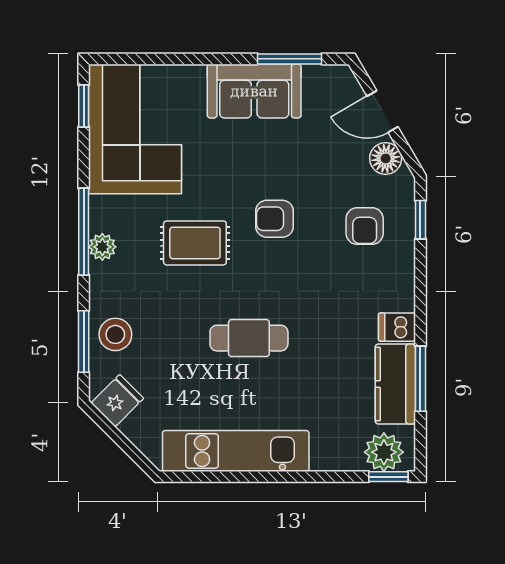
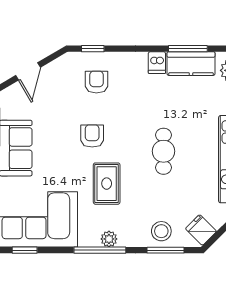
floor lamp: (386, 158) -> (56, 69), removed
armchair: (274, 219) -> (92, 136), turned 180
armchair: (365, 226) -> (96, 82), turned -90

